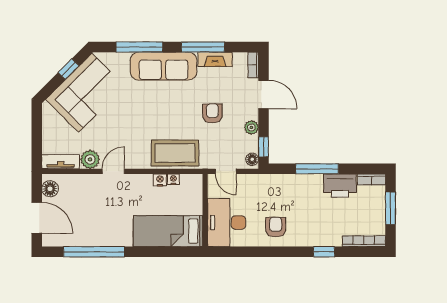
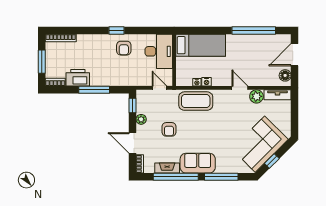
window: (203, 47) -> (176, 177), width x1.46
sofa: (164, 66) -> (198, 163), width x0.73
floor lamp: (252, 159) -> (141, 96), removed
door: (113, 171) -> (240, 88), swing flipped
door: (37, 218) -> (295, 55), hinge flipped
window: (324, 252) -> (117, 30), moved

